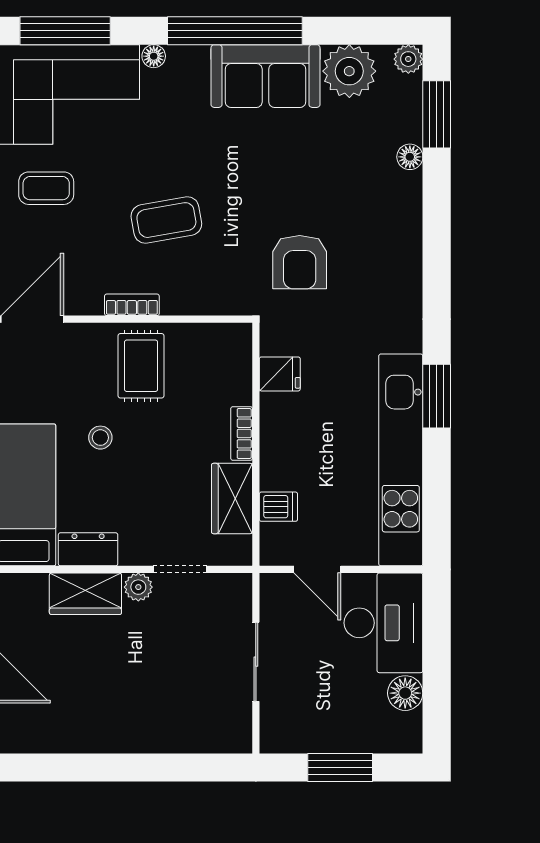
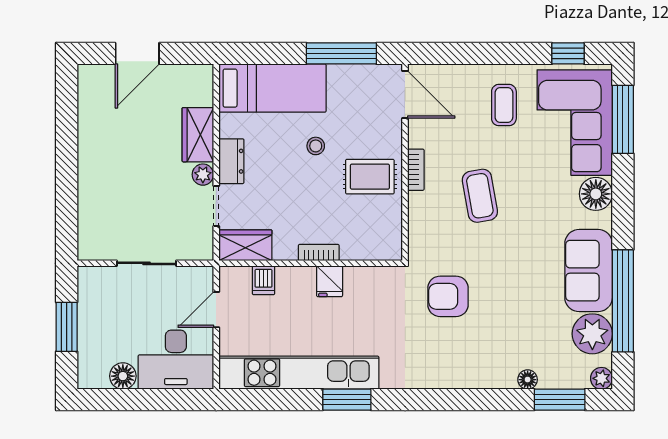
window: (235, 31) -> (623, 301), moved
floor lamp: (154, 56) -> (596, 194), width x1.89, depth x1.89
fridge: (280, 374) -> (330, 281), moved
wardrobe: (232, 499) -> (245, 245), moved
dresser: (88, 549) -> (231, 161), moved

